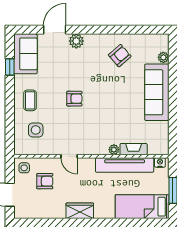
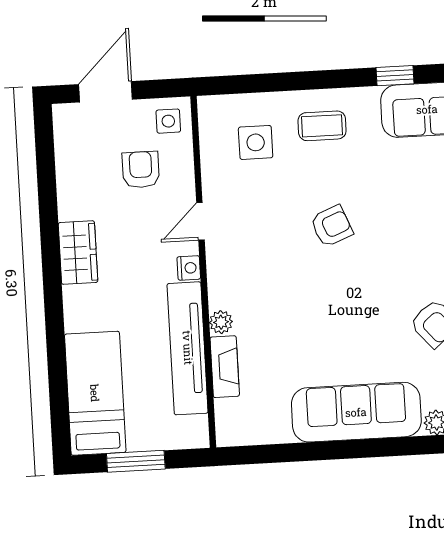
armchair: (74, 99) -> (332, 226), turned -112
nightstand: (160, 162) -> (189, 268), moved
armchair: (45, 181) -> (141, 170), turned 180

